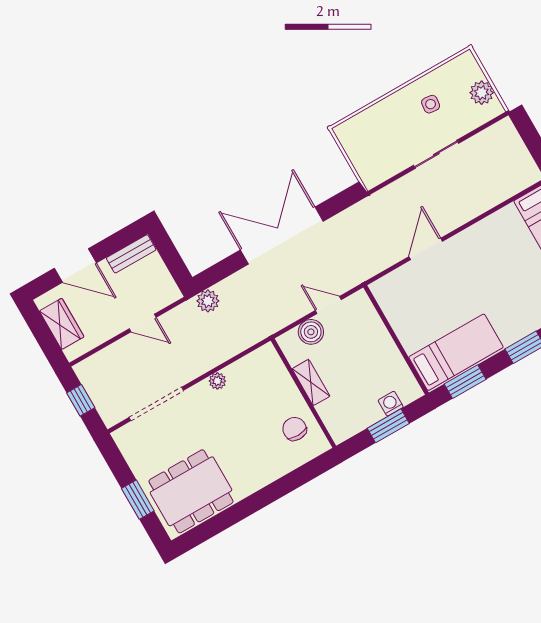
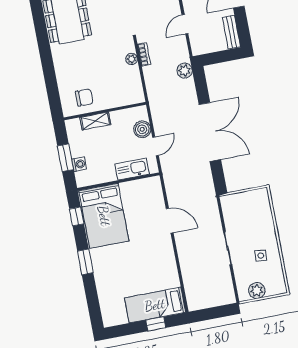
kitchen sink: (372, 327) -> (132, 169), added
bed: (456, 352) -> (104, 216), width x1.50
bookcase: (205, 366) -> (144, 54), added
shelving: (311, 382) -> (95, 121), moved
window: (465, 382) -> (77, 216), width x0.67

